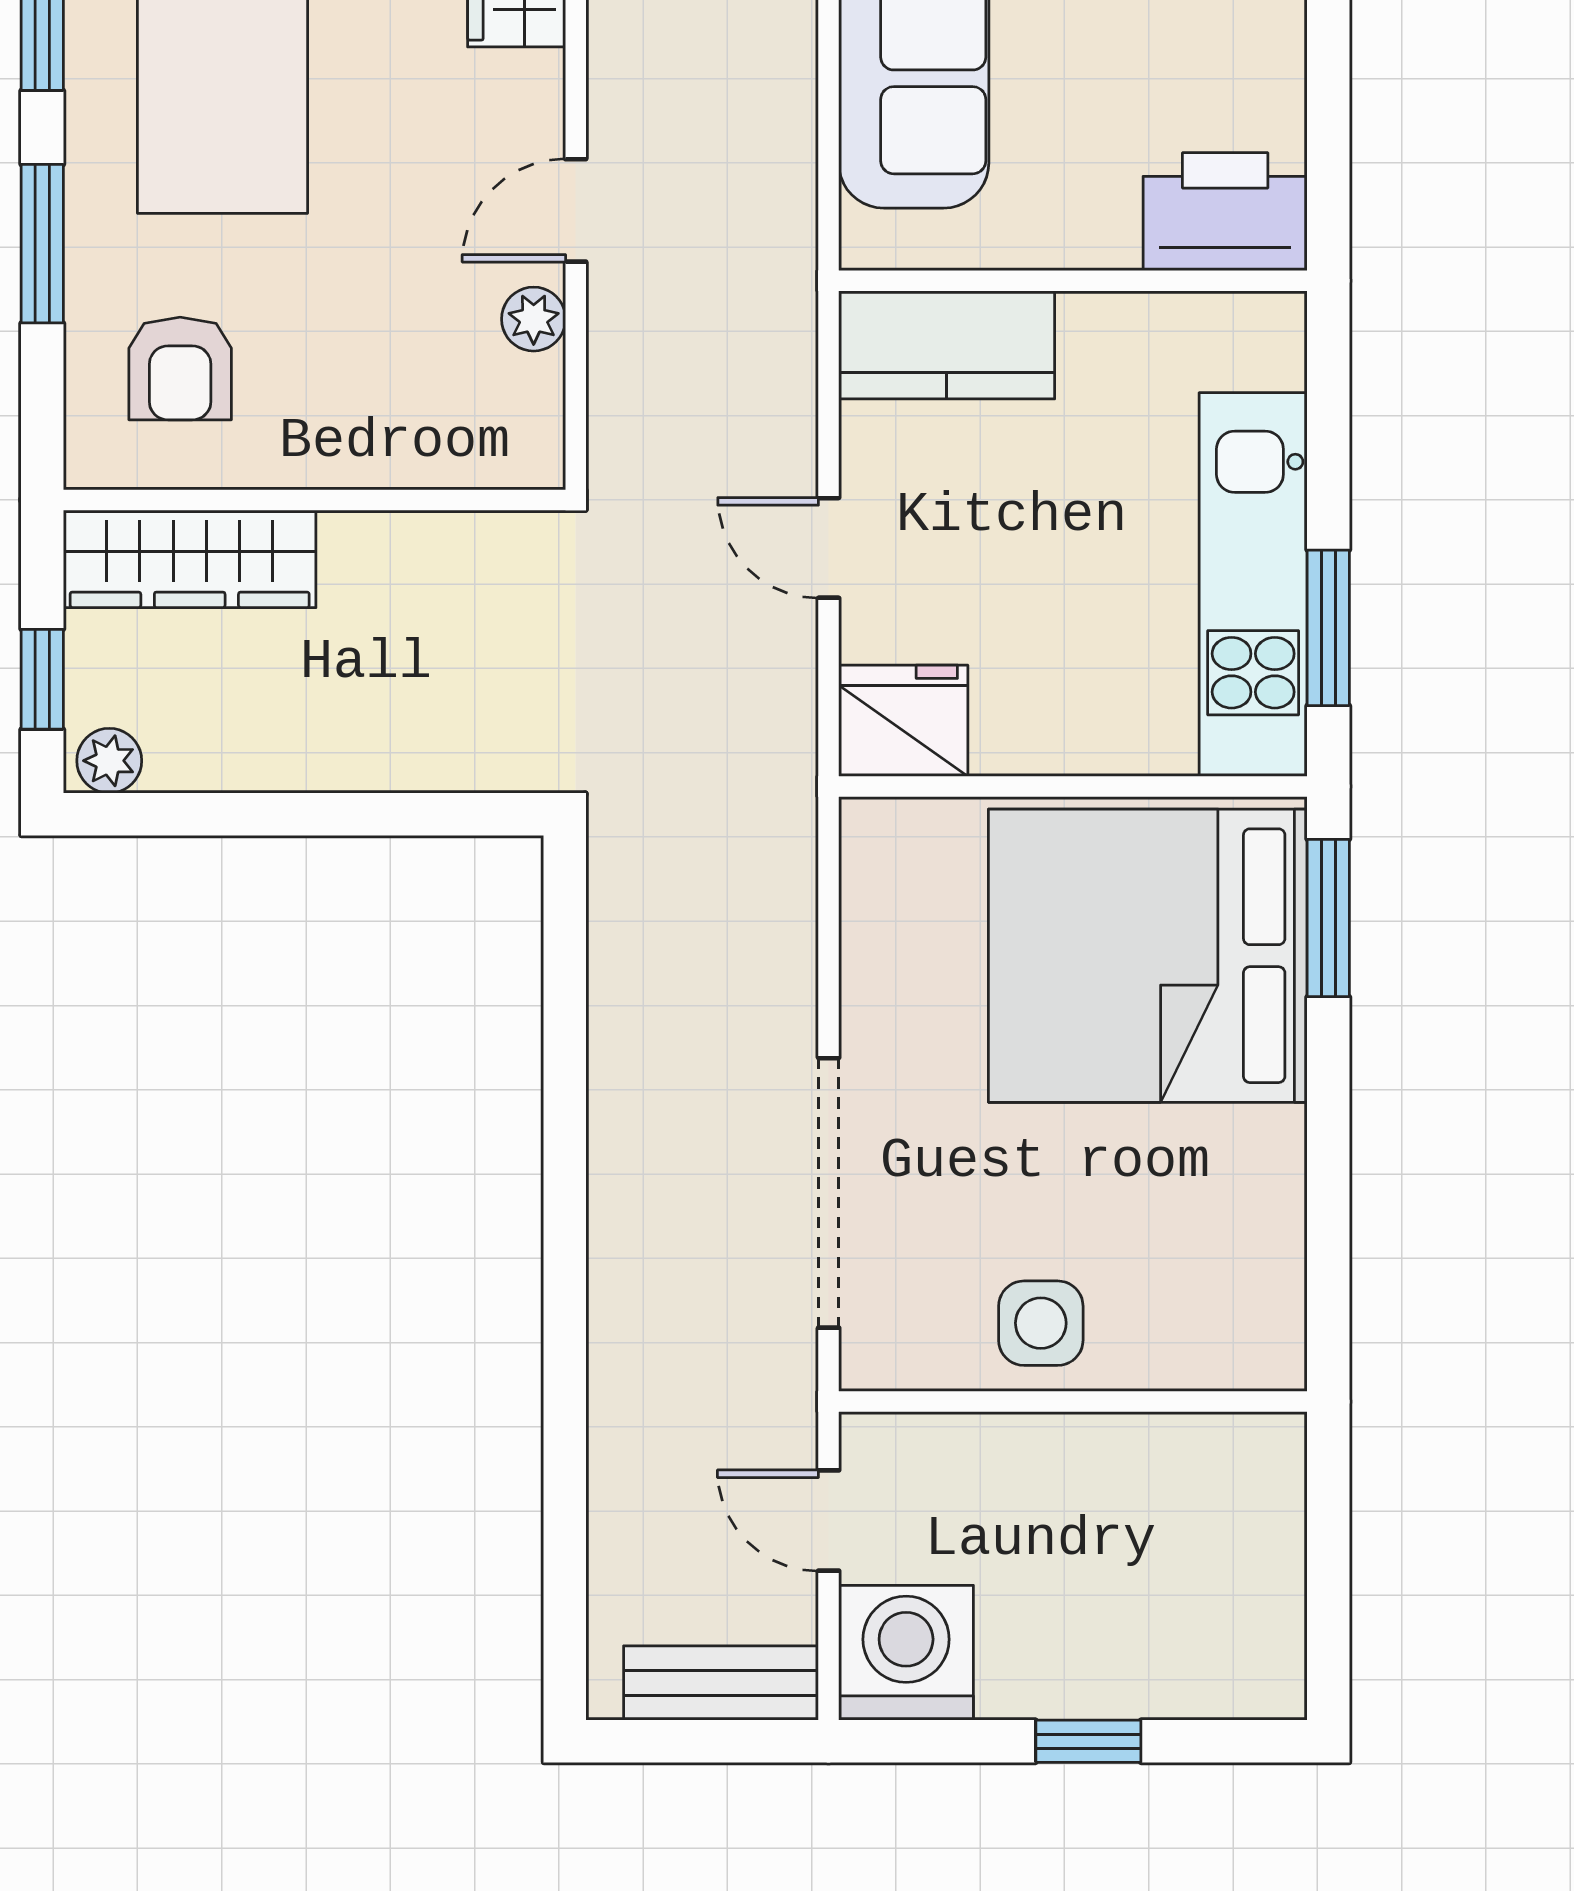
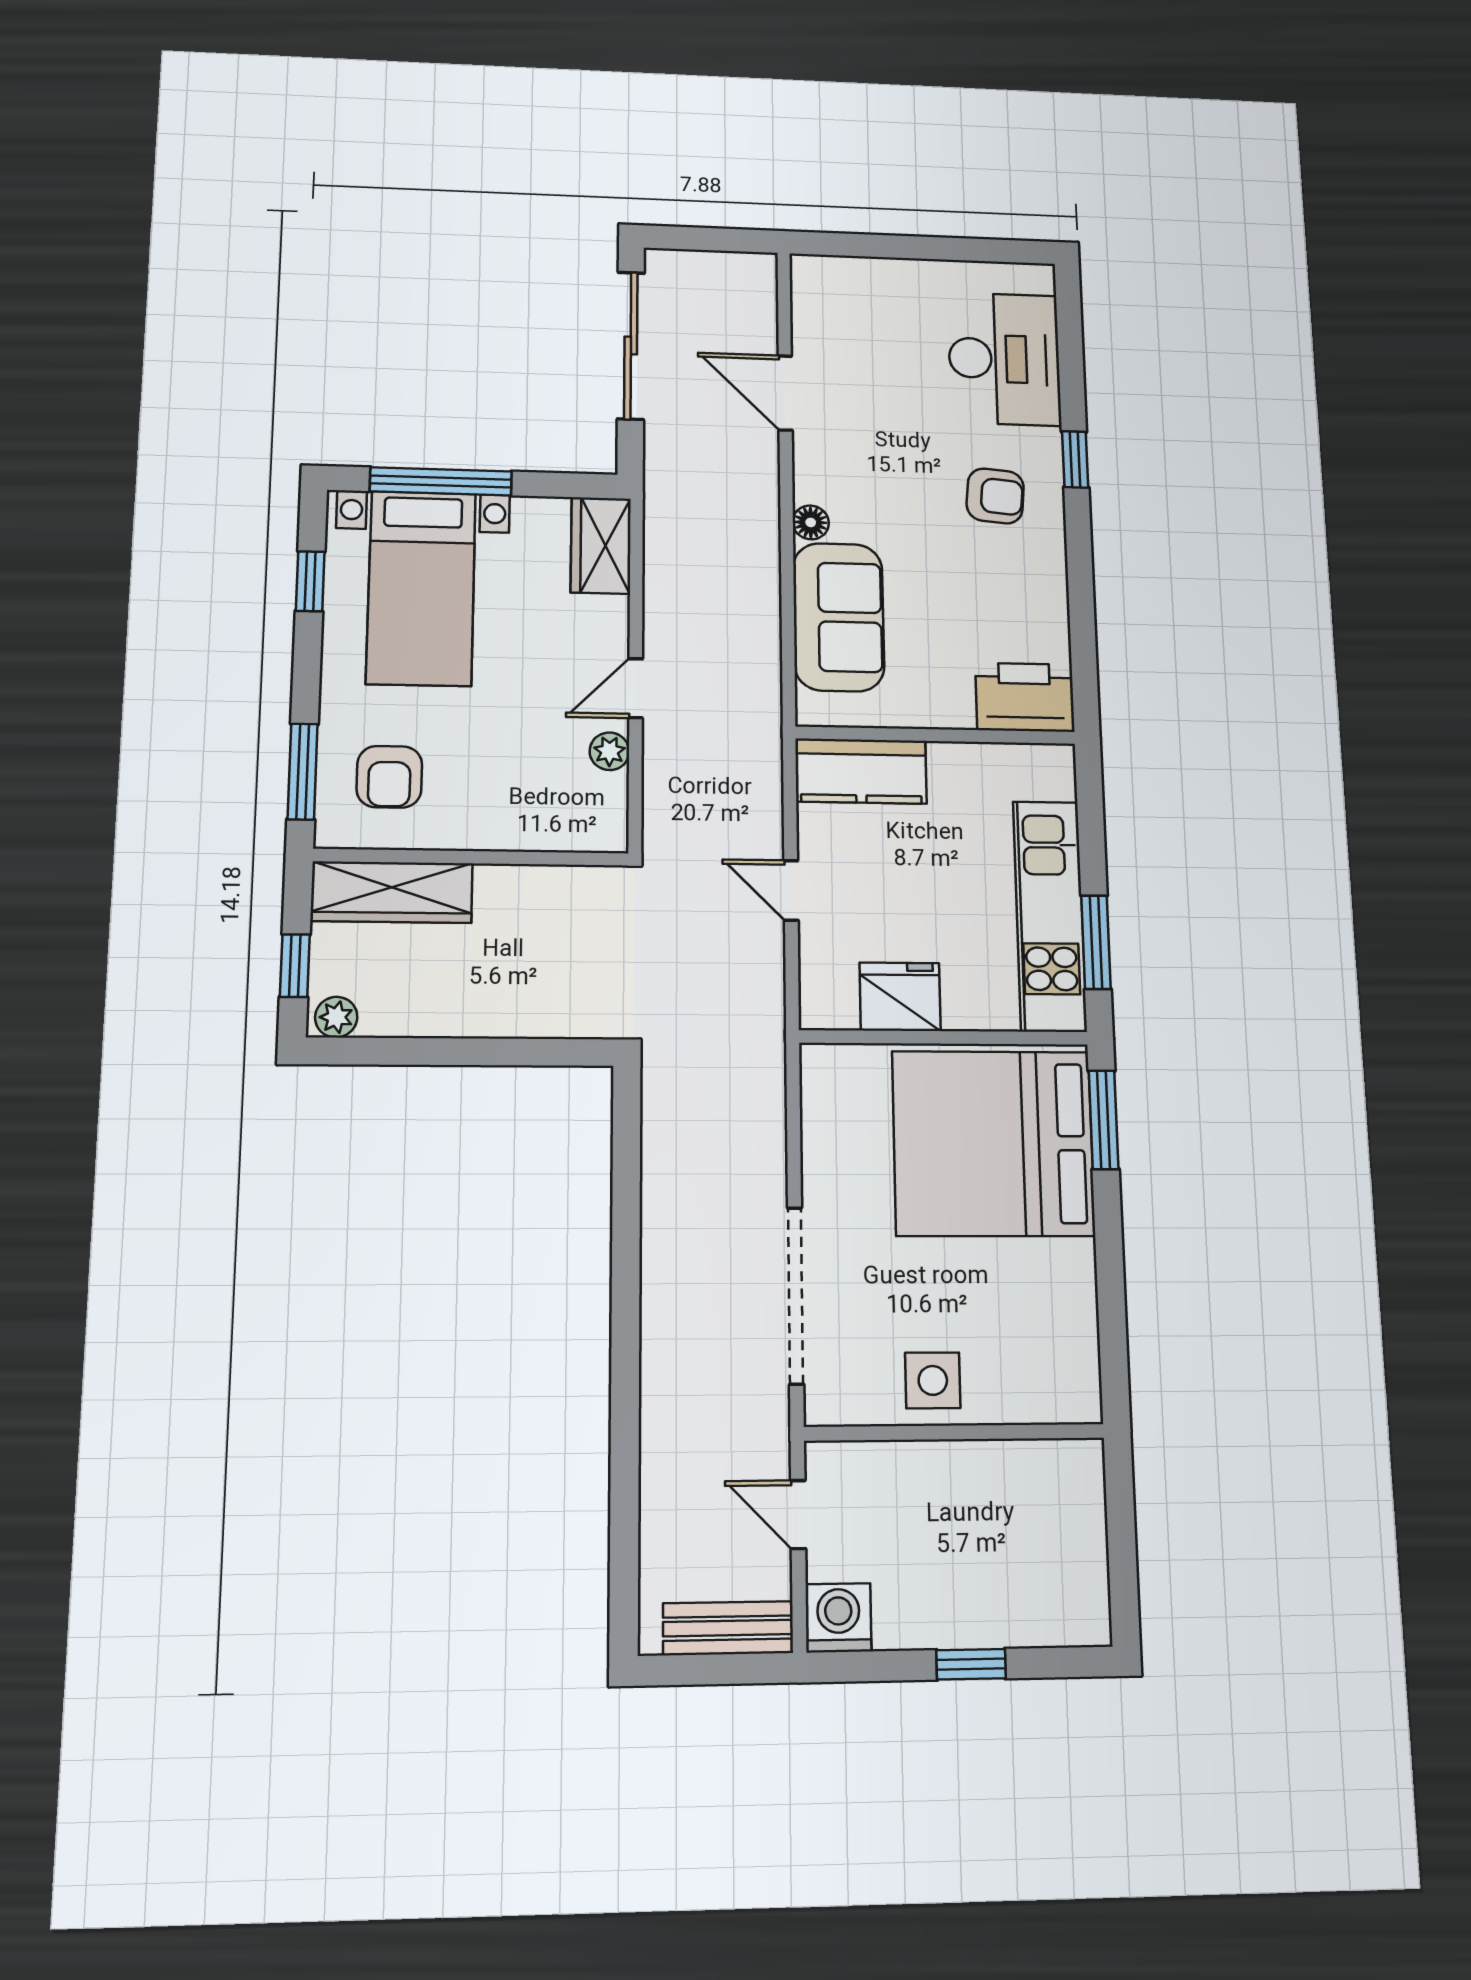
window: (42, 244) -> (303, 772), moved
fridge: (903, 721) -> (900, 997), moved
washing machine: (906, 1653) -> (838, 1618), width x0.73, depth x0.73

